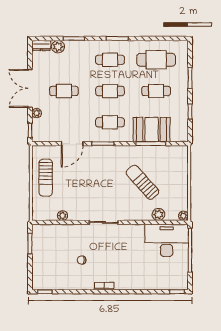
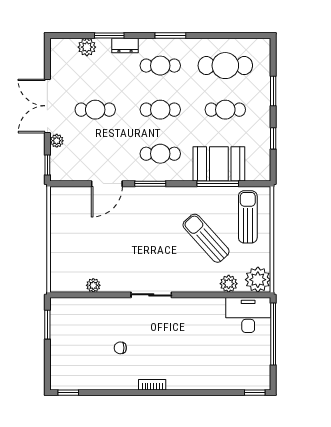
dresser: (41, 45) -> (125, 45), moved
sun lounger: (46, 178) -> (248, 217), moved, turned 180
plant: (183, 216) -> (258, 280), width x1.88, depth x1.88
desk: (167, 240) -> (248, 315), width x0.73, depth x0.77

